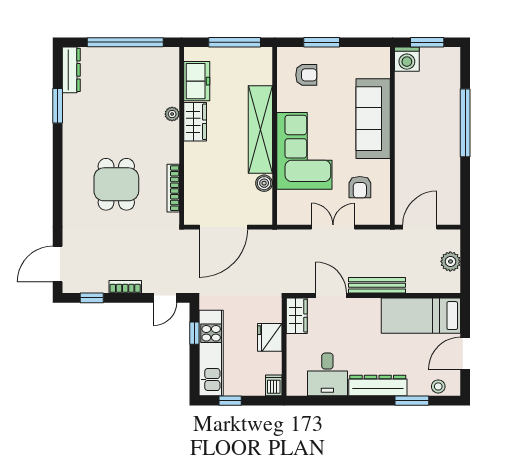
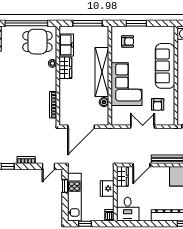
dining table: (116, 184) -> (37, 42), moved, turned 90
door: (331, 295) -> (141, 165), swing flipped
desk: (327, 374) -> (128, 209), moved

